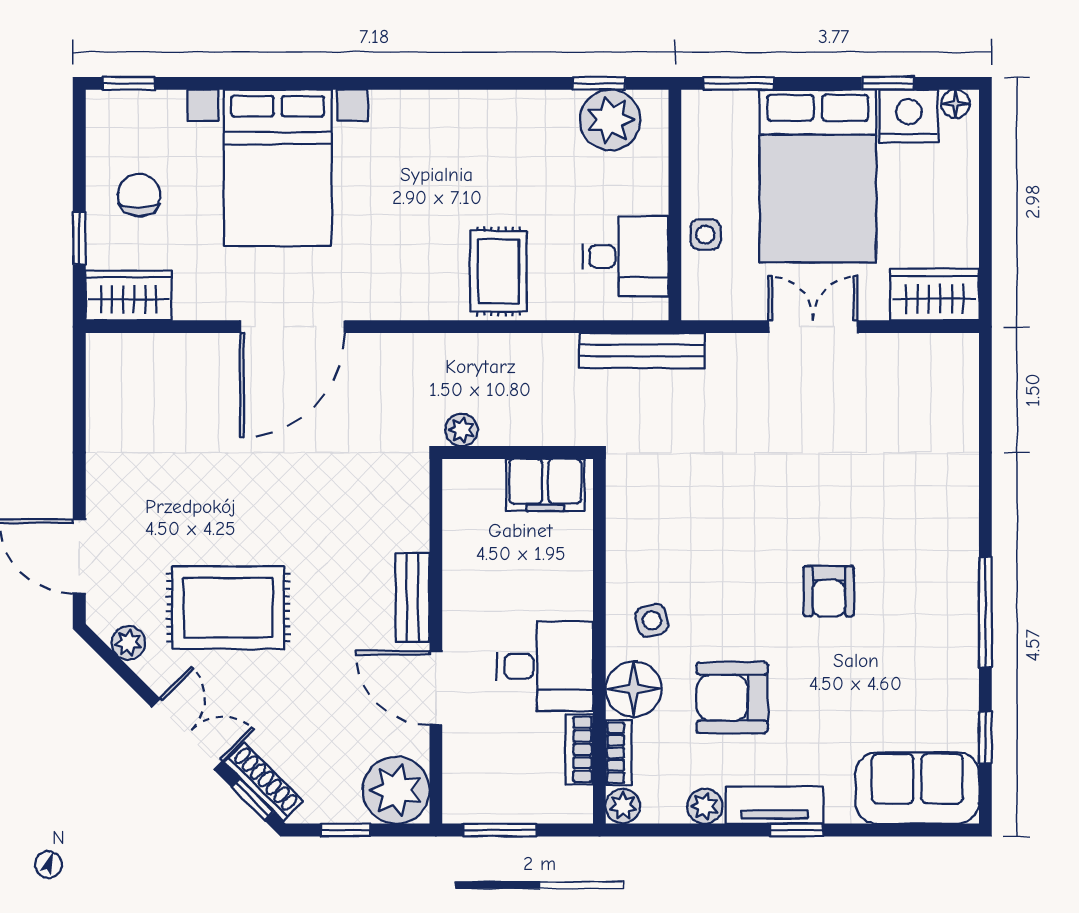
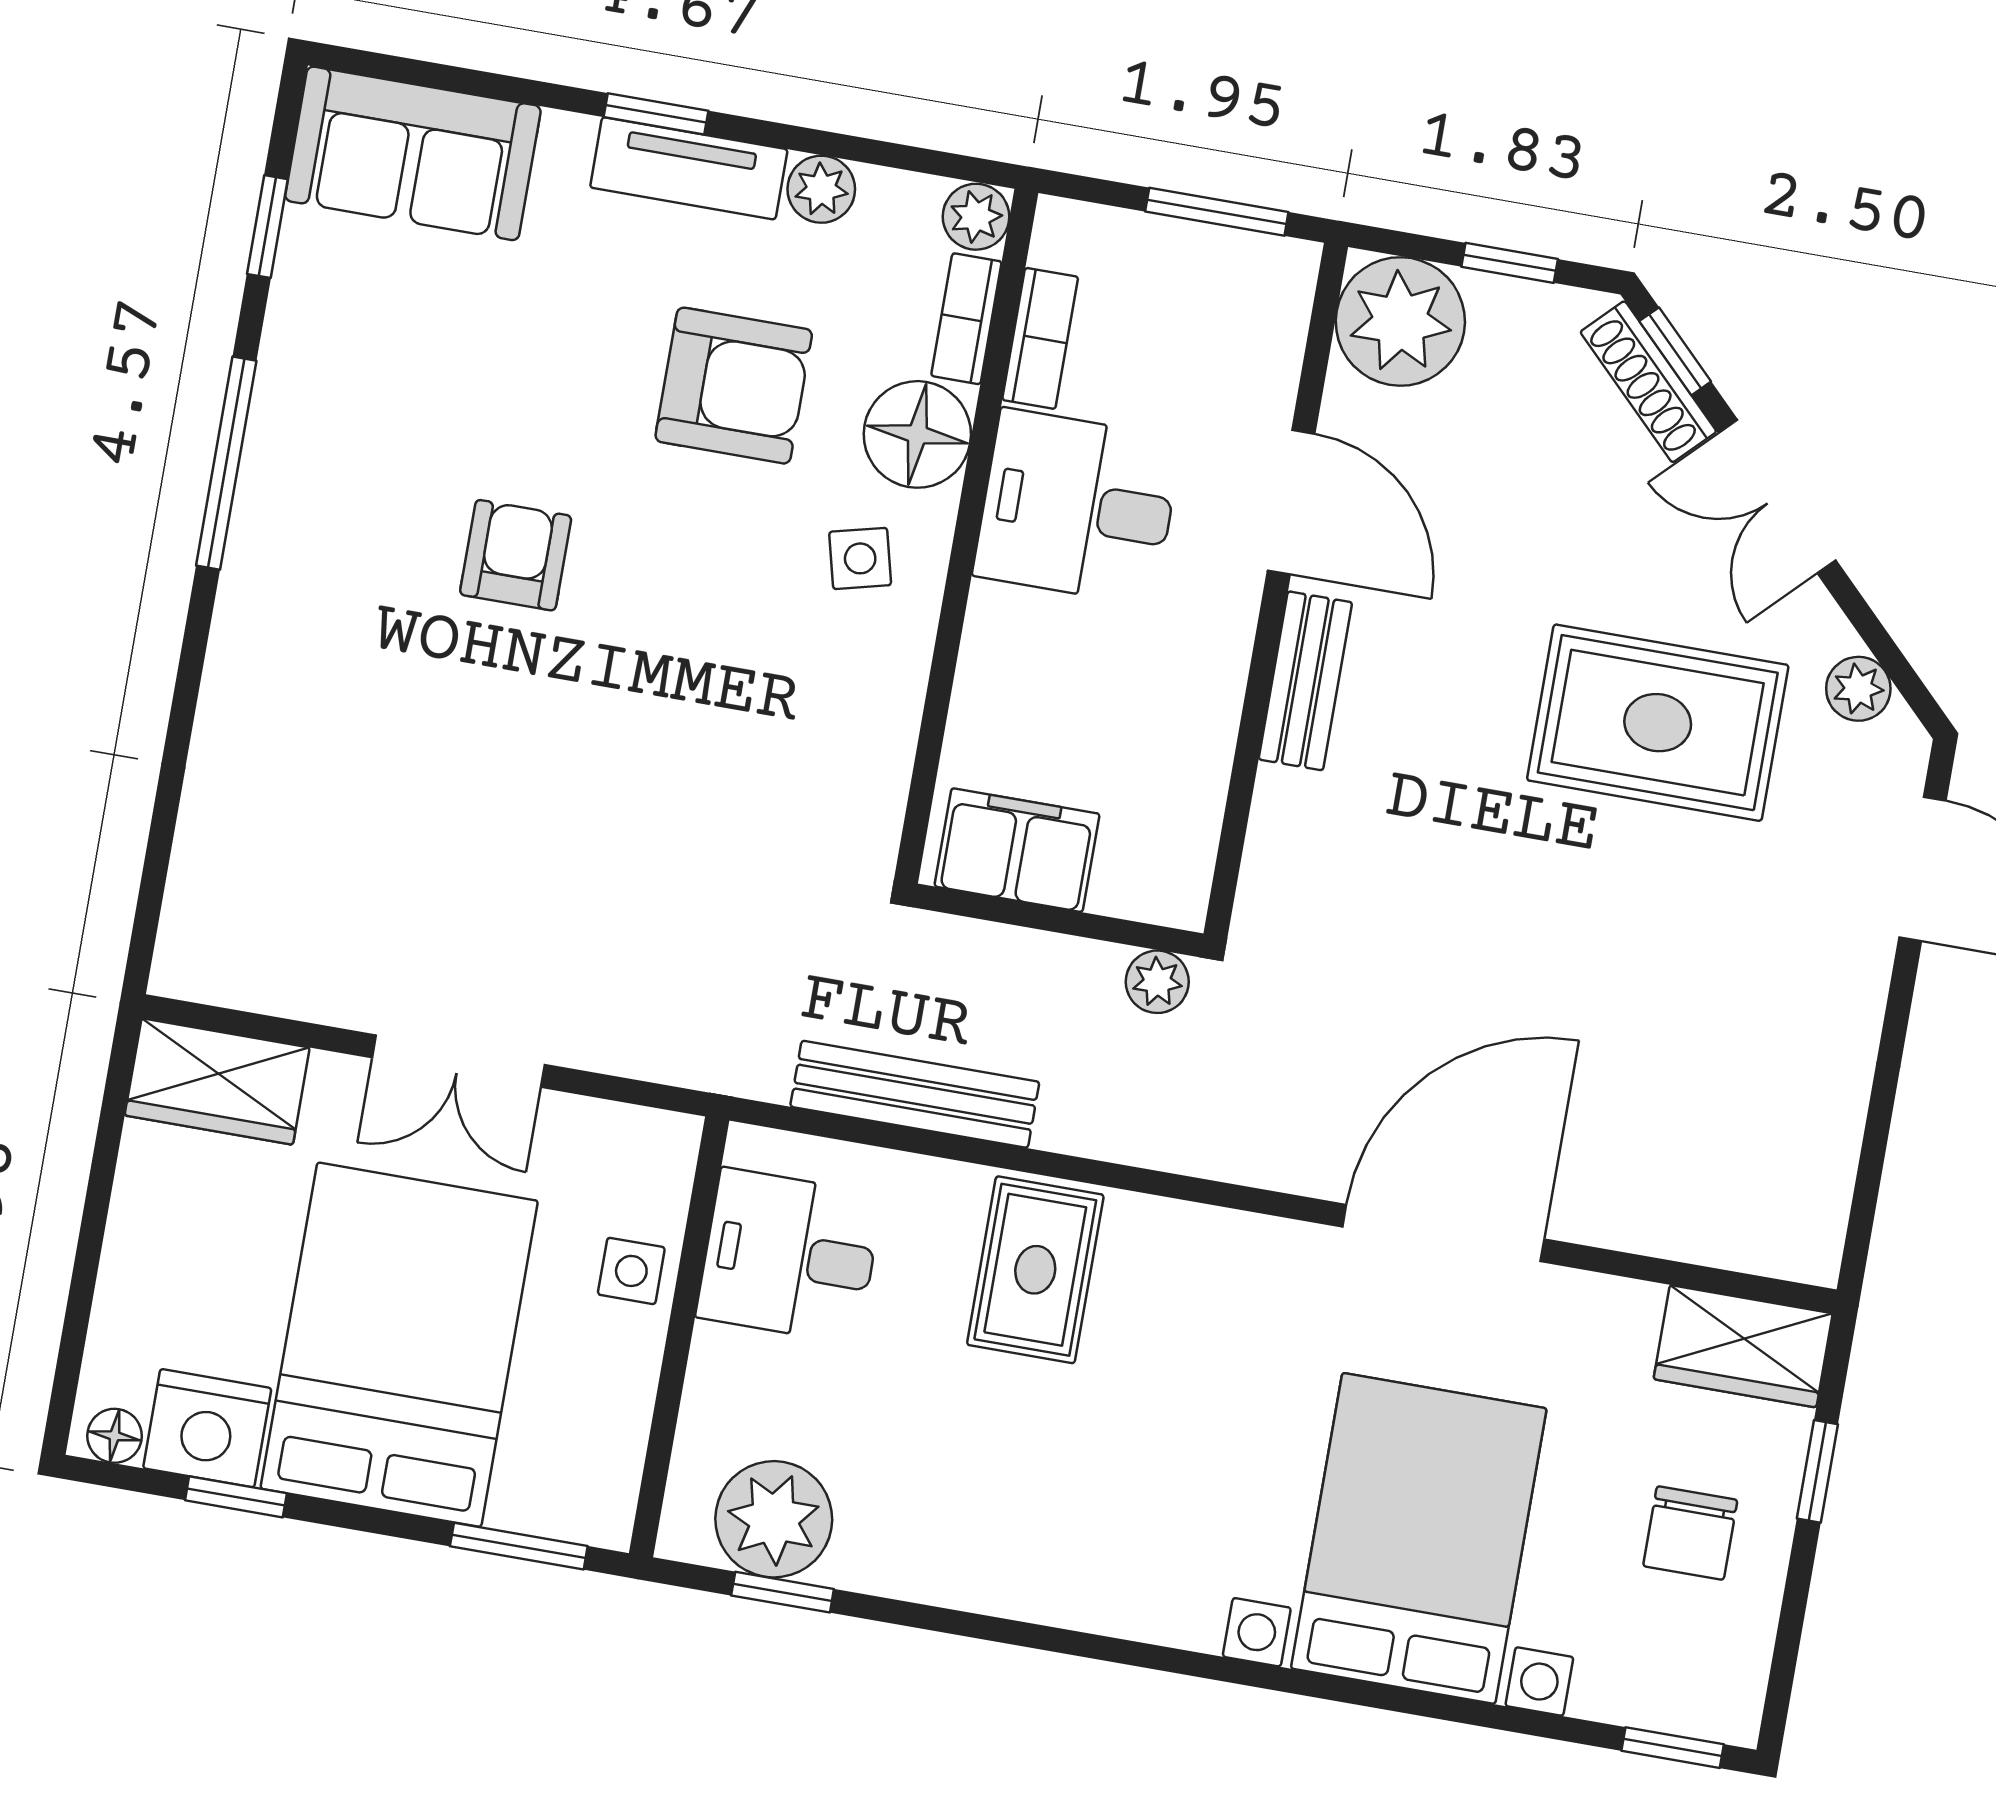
bench: (642, 351) -> (915, 1094), moved

